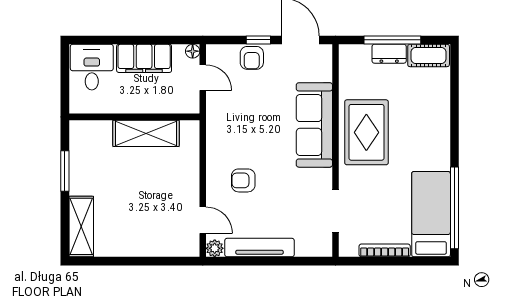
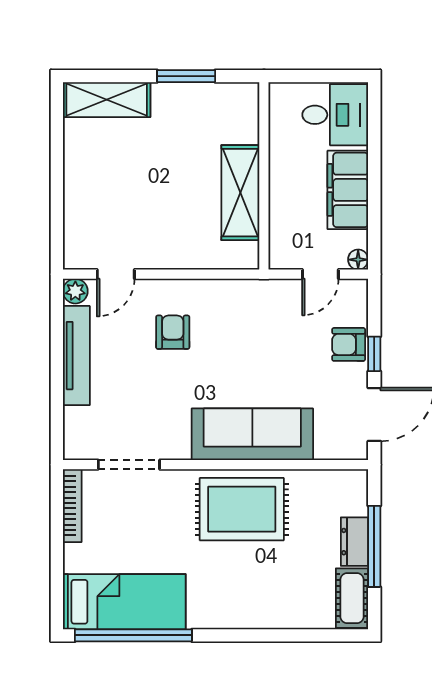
bookcase: (385, 250) -> (72, 506), moved

